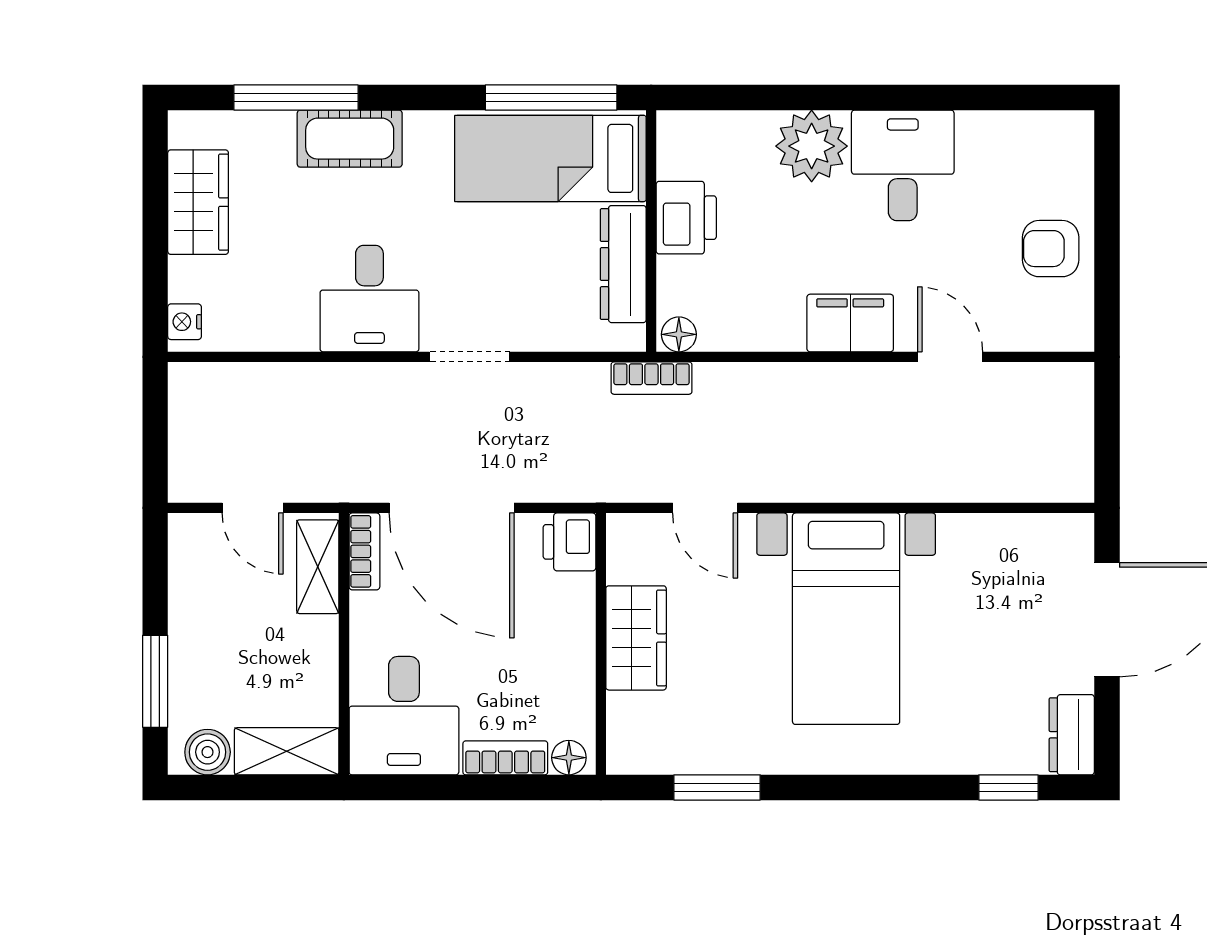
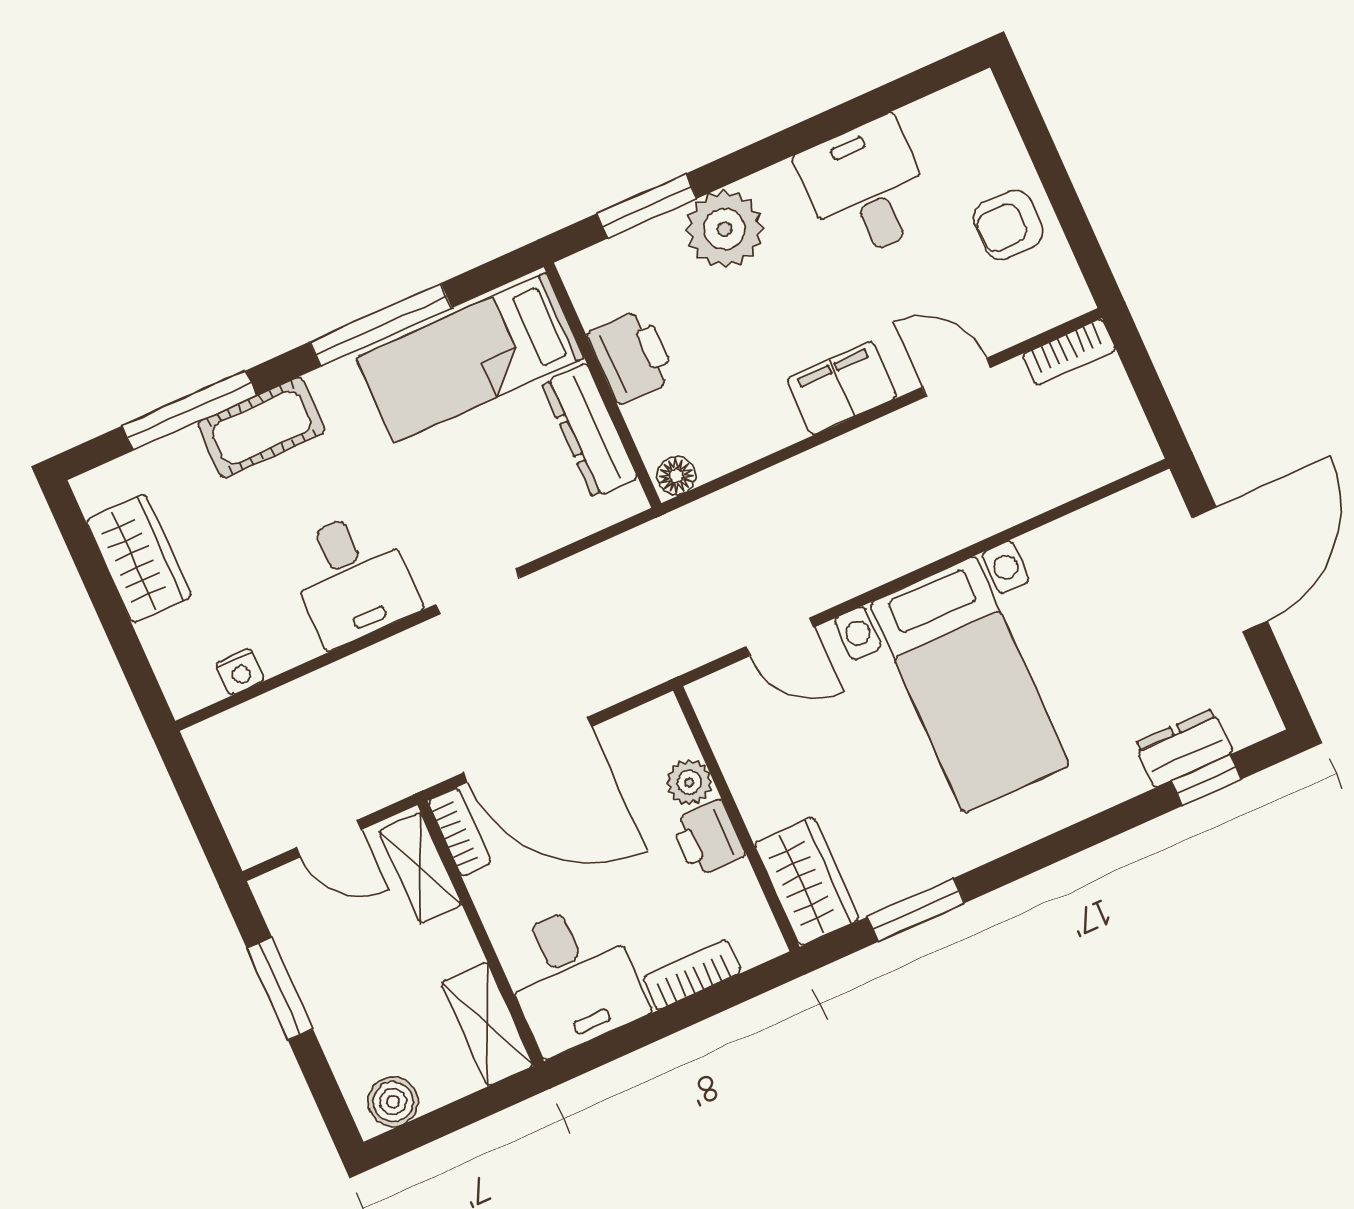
window: (551, 98) -> (381, 325), moved
window: (755, 98) -> (647, 206), added
desk: (903, 165) -> (866, 189), moved
nightstand: (185, 322) -> (240, 672), moved, turned -90
bookcase: (651, 378) -> (1069, 352), moved
printer: (569, 542) -> (708, 838), moved
plant: (575, 596) -> (689, 782), added
wardrobe: (636, 638) -> (807, 882), moved
window: (155, 681) -> (280, 989), moved
dresser: (1072, 735) -> (1183, 748), moved, turned 90
shelving: (287, 751) -> (487, 1024), moved, turned 90
floor lamp: (569, 758) -> (755, 946), removed

